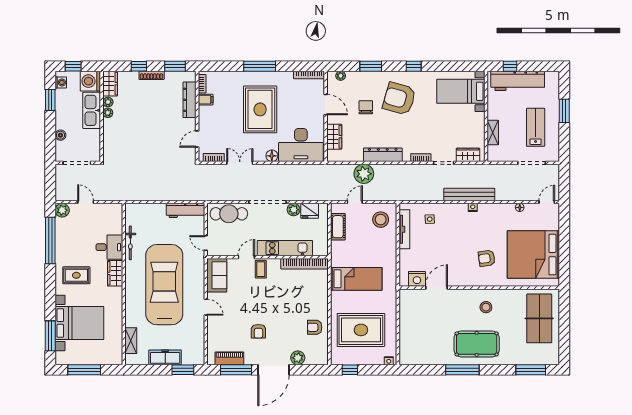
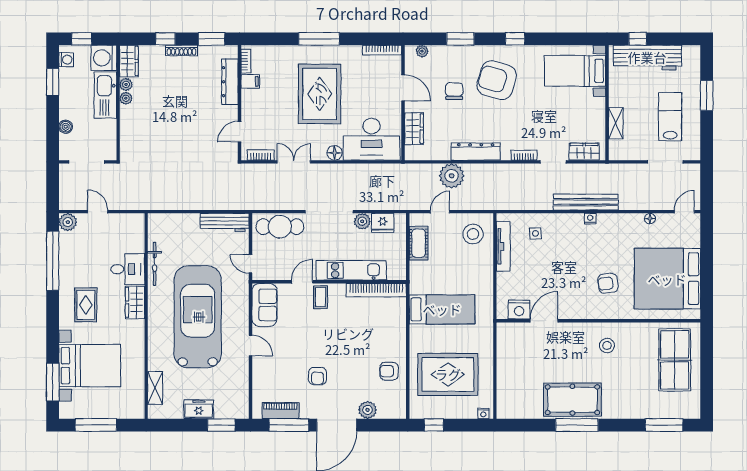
rug: (76, 275) -> (86, 305), turned 90
pool table: (477, 344) -> (572, 400), moved
freezer: (165, 357) -> (199, 409), width x0.71

